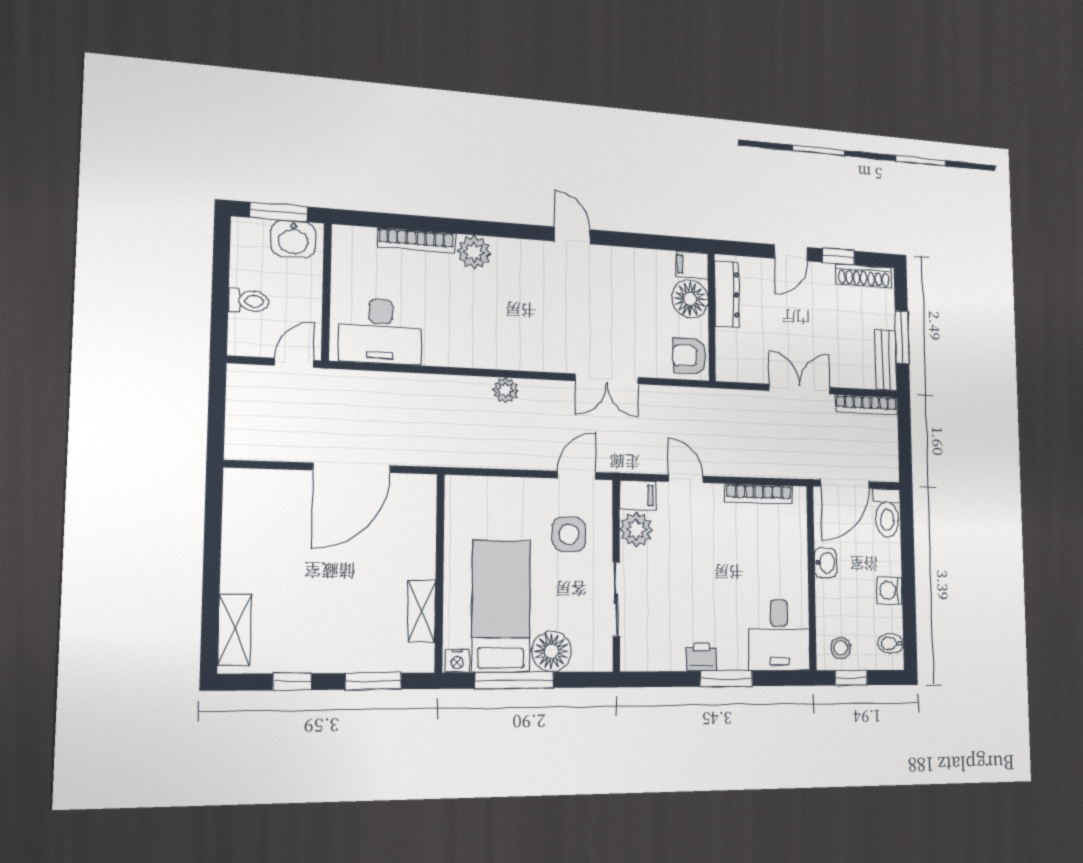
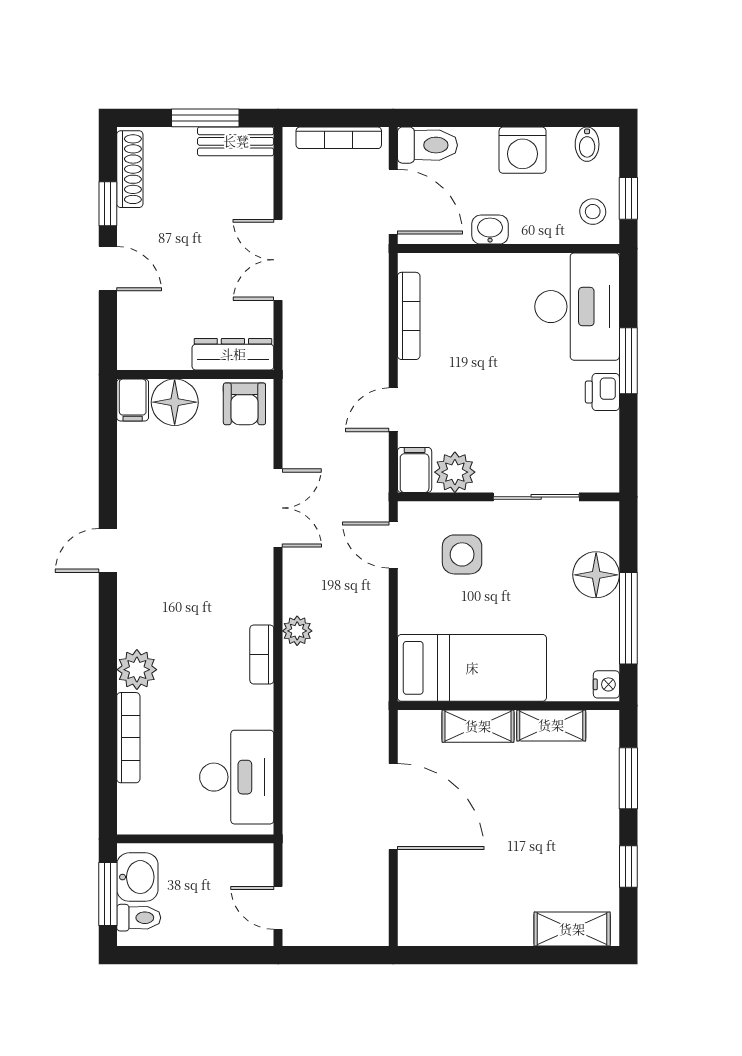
dresser: (727, 294) -> (233, 354), moved
toilet: (249, 301) -> (139, 918), moved, turned 90
bookcase: (486, 359) -> (262, 654), added
door: (294, 363) -> (278, 908), moved
bookcase: (867, 405) -> (339, 138), moved, turned 90
shelving: (422, 545) -> (478, 726), added
washing machine: (890, 590) -> (523, 150), width x1.38, depth x1.38
bed: (501, 606) -> (472, 668), moved, turned 180
desk: (779, 635) -> (577, 307), width x1.37

